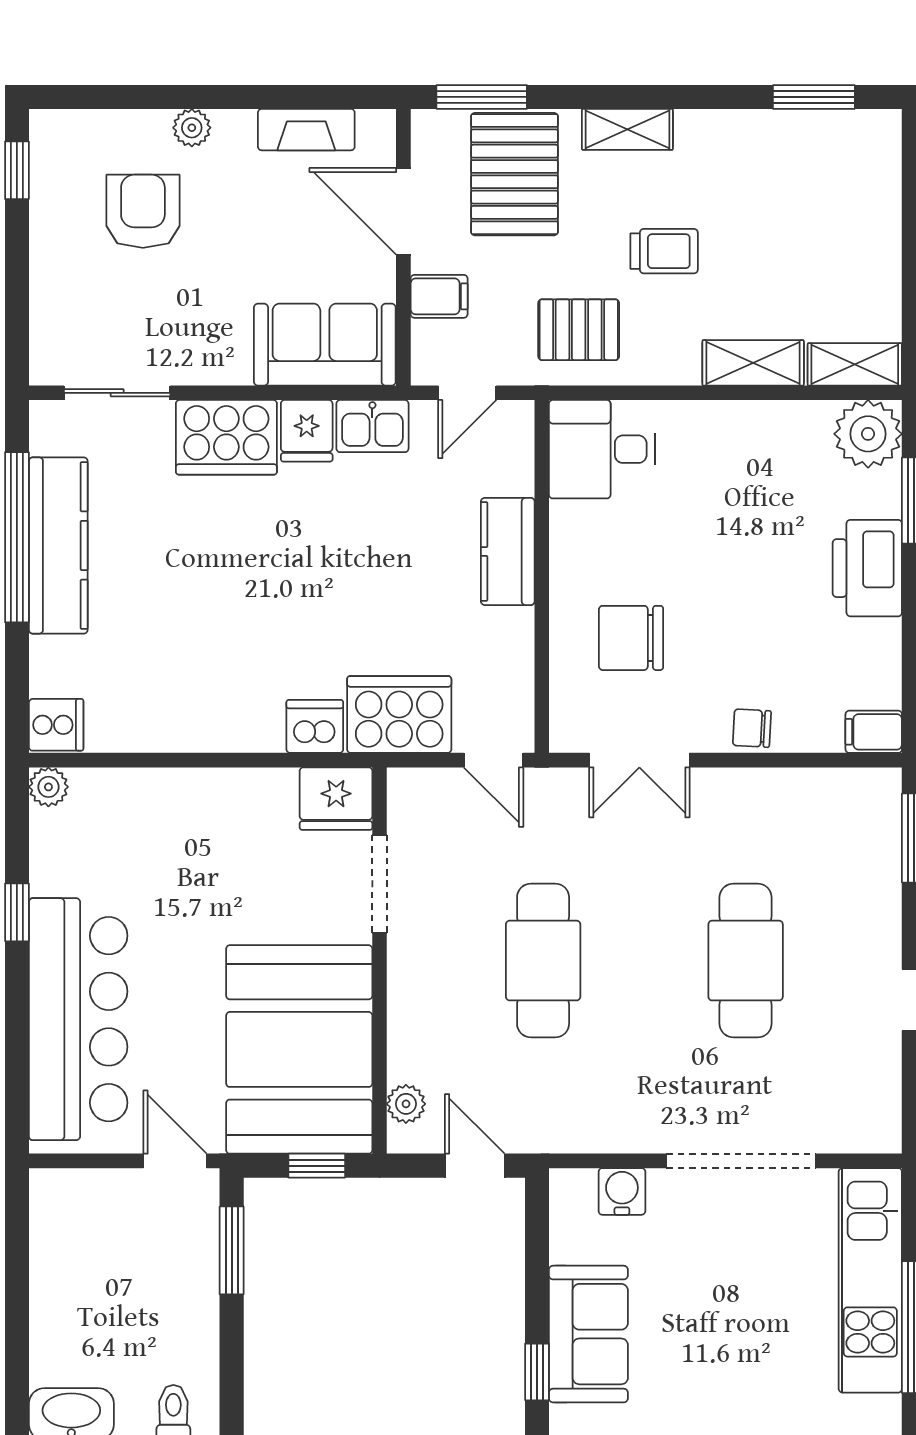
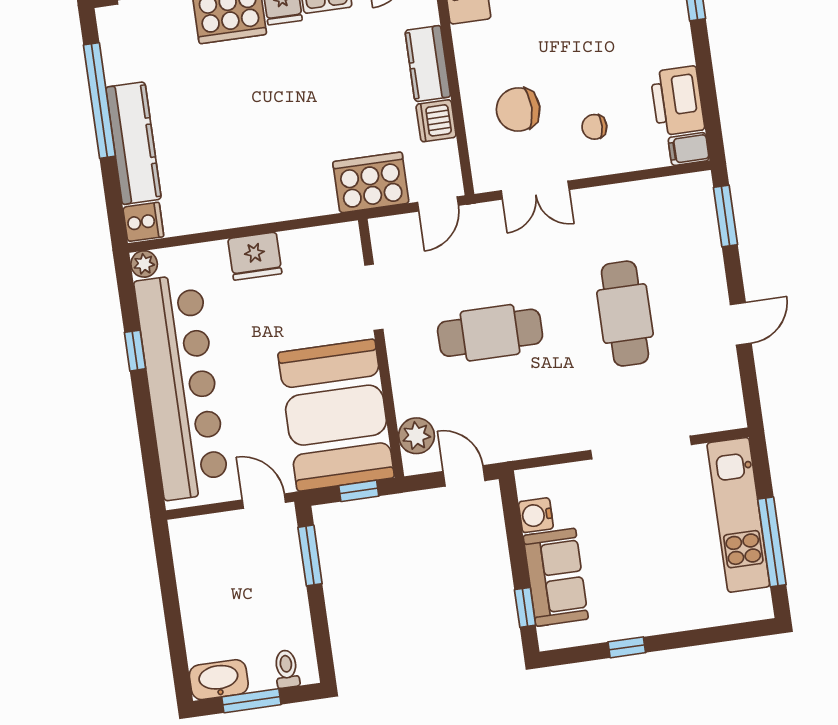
kitchen counter: (58, 546) -> (134, 143), moved
printer: (867, 568) -> (677, 101), moved
dishwasher: (315, 726) -> (436, 121), moved, turned -90
chair: (752, 728) -> (594, 127), moved
door: (493, 760) -> (438, 204), hinge flipped
fridge: (336, 799) -> (255, 256), moved
cafe table: (543, 961) -> (490, 333), turned 90
bar counter: (78, 1019) -> (182, 387), width x1.36
plant: (406, 1104) -> (416, 436), width x1.38, depth x1.38
water cooler: (622, 1191) -> (536, 515), moved, turned -90

